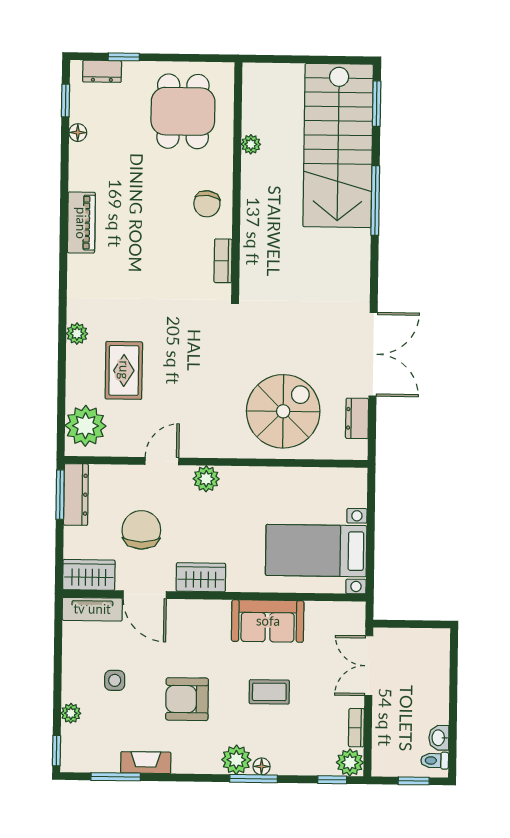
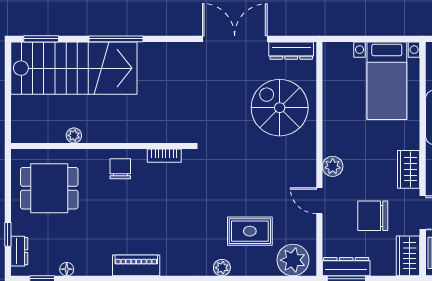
chair: (207, 204) -> (120, 169), turned -97
dresser: (357, 418) -> (291, 51), width x1.44

